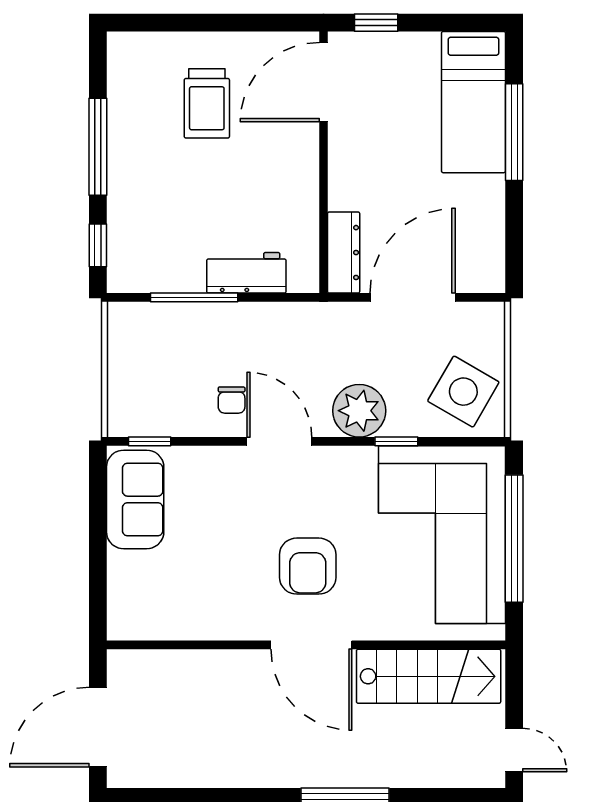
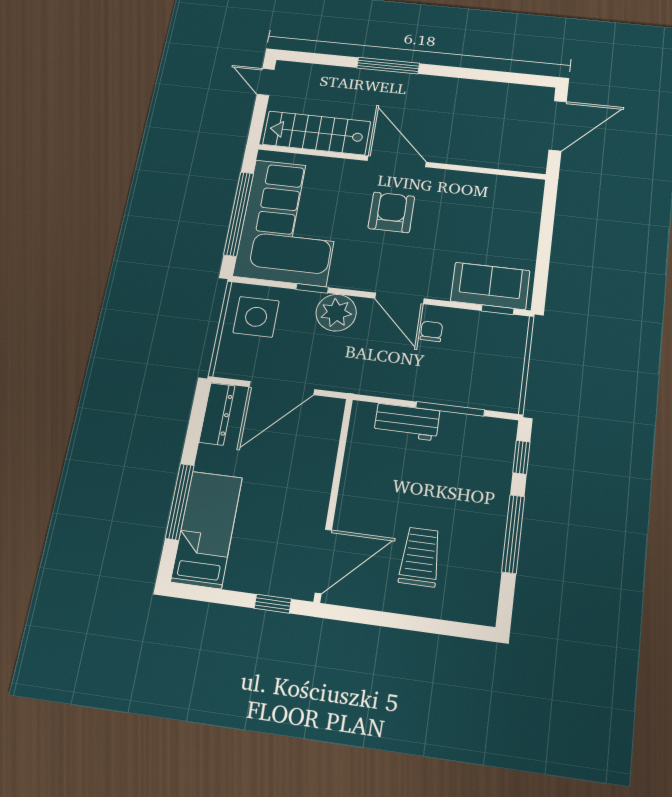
dresser: (344, 253) -> (217, 414), moved, turned 180
side table: (463, 392) -> (256, 317), turned -30
sofa: (135, 499) -> (490, 286), moved, turned 90

